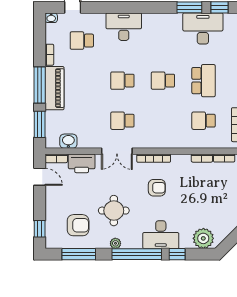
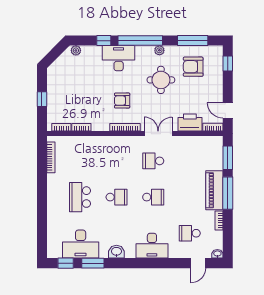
school desk: (82, 41) -> (190, 233), turned 180
school desk: (122, 121) -> (153, 161), turned 180
school desk: (204, 121) -> (80, 161), removed
washbasin: (68, 141) -> (116, 252), moved, turned 180
plant: (203, 238) -> (76, 50), width x0.53, depth x0.53

